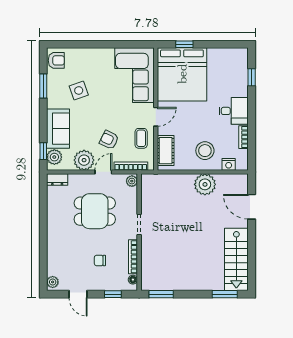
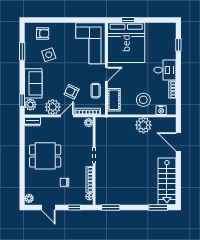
armchair: (56, 60) -> (43, 33), moved
dining table: (95, 211) -> (45, 156), moved

